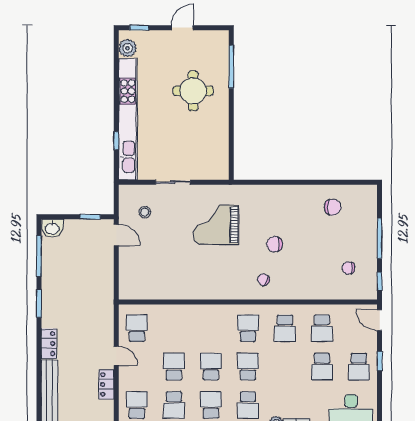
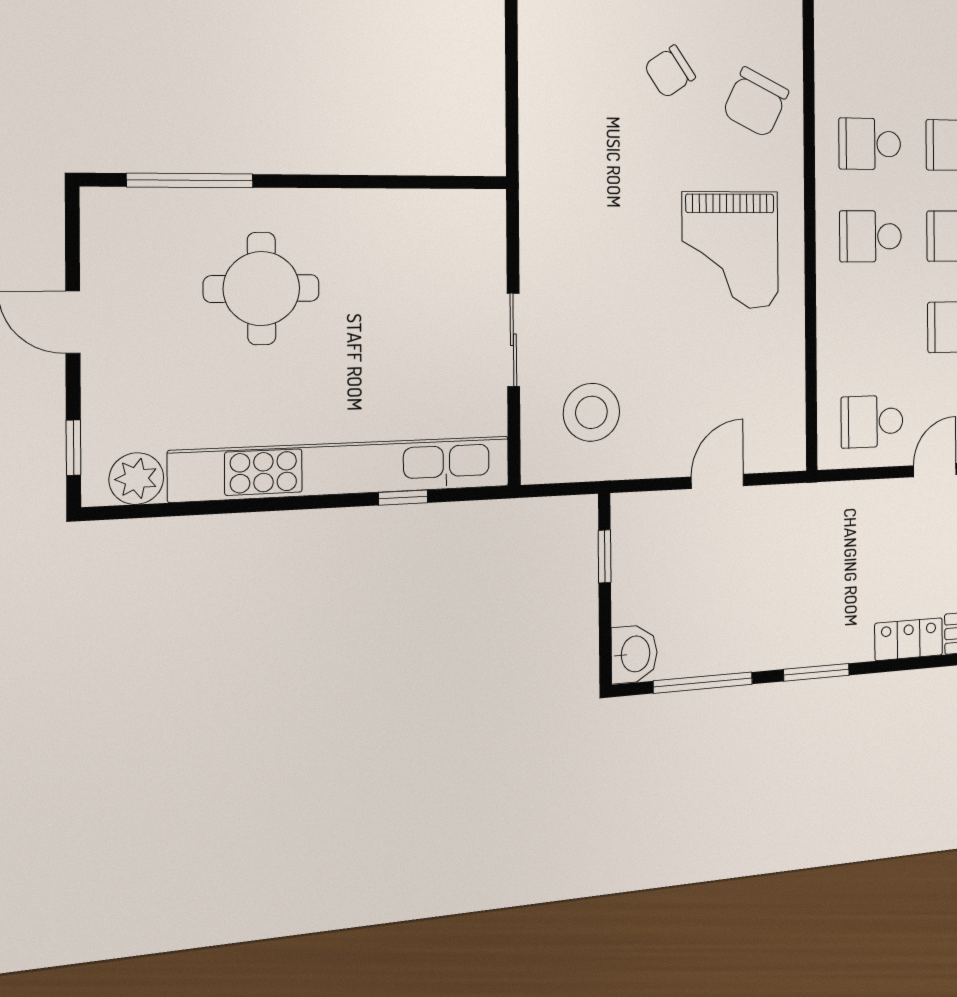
stool: (145, 212) -> (591, 412), width x1.89, depth x1.89
grand piano: (216, 225) -> (730, 250), moved
door: (116, 235) -> (717, 481), moved
chair: (275, 244) -> (670, 72), turned 56
chair: (263, 280) -> (756, 102), width x1.87, depth x1.87
school desk: (285, 328) -> (871, 236), moved, turned 180

